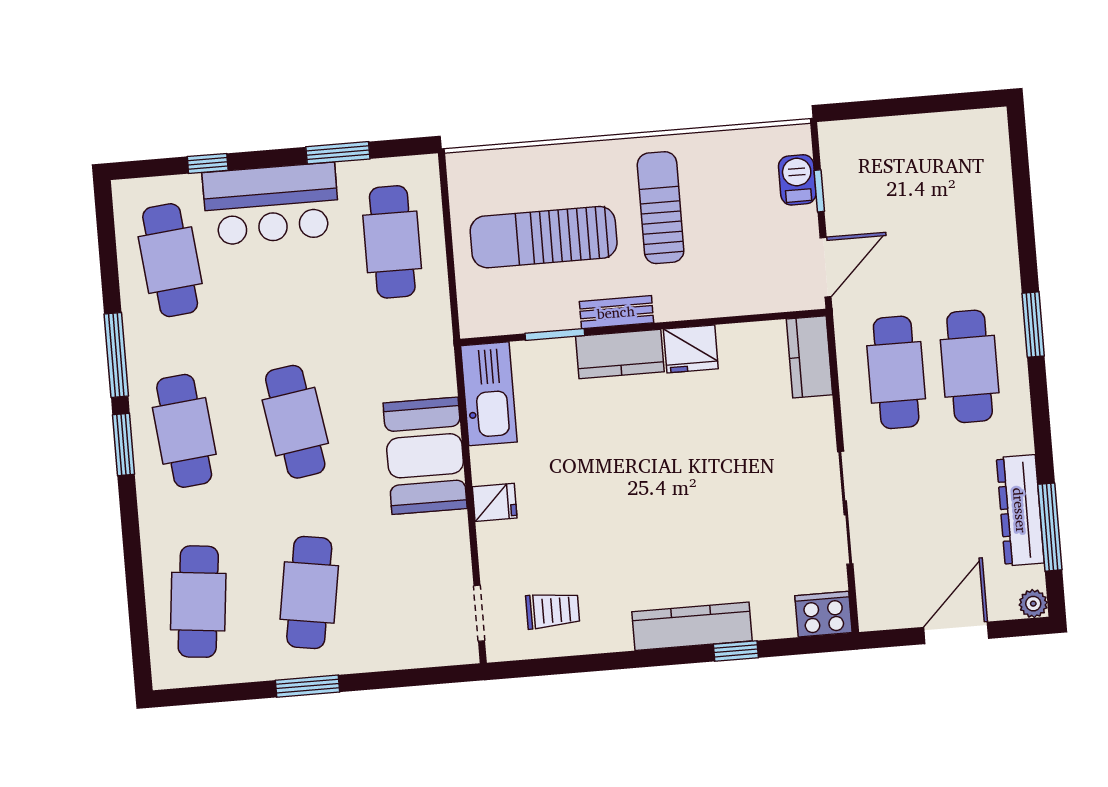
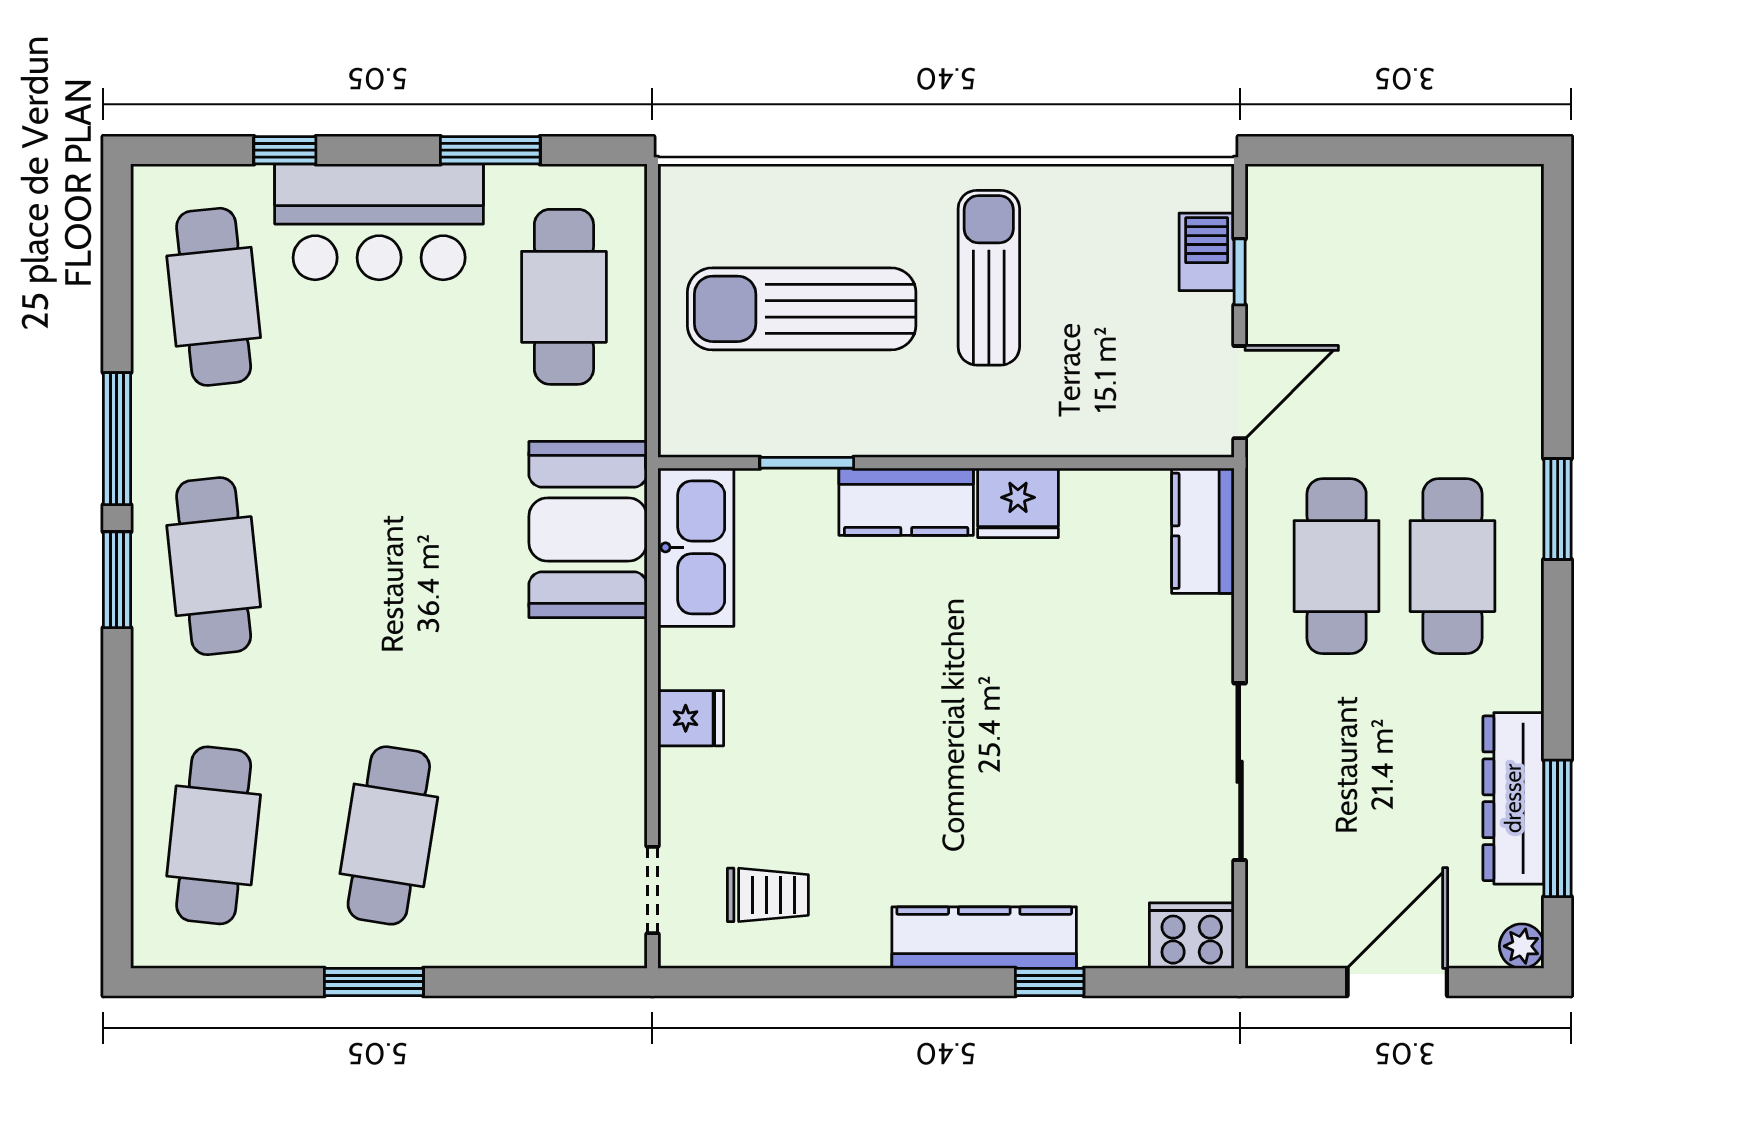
bench: (616, 312) -> (906, 436), removed
cafe table: (295, 422) -> (389, 566), removed
booth: (425, 456) -> (588, 529), moved

